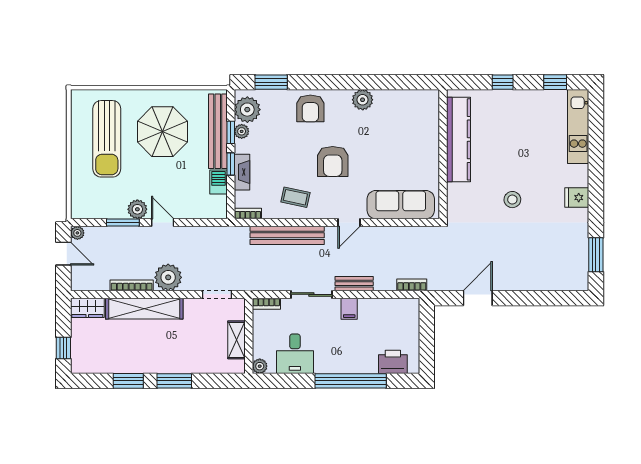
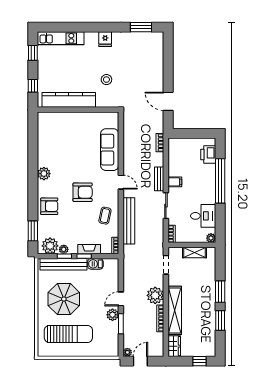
kitchen counter: (458, 139) -> (69, 100), moved
wall: (443, 154) -> (78, 110), moved

